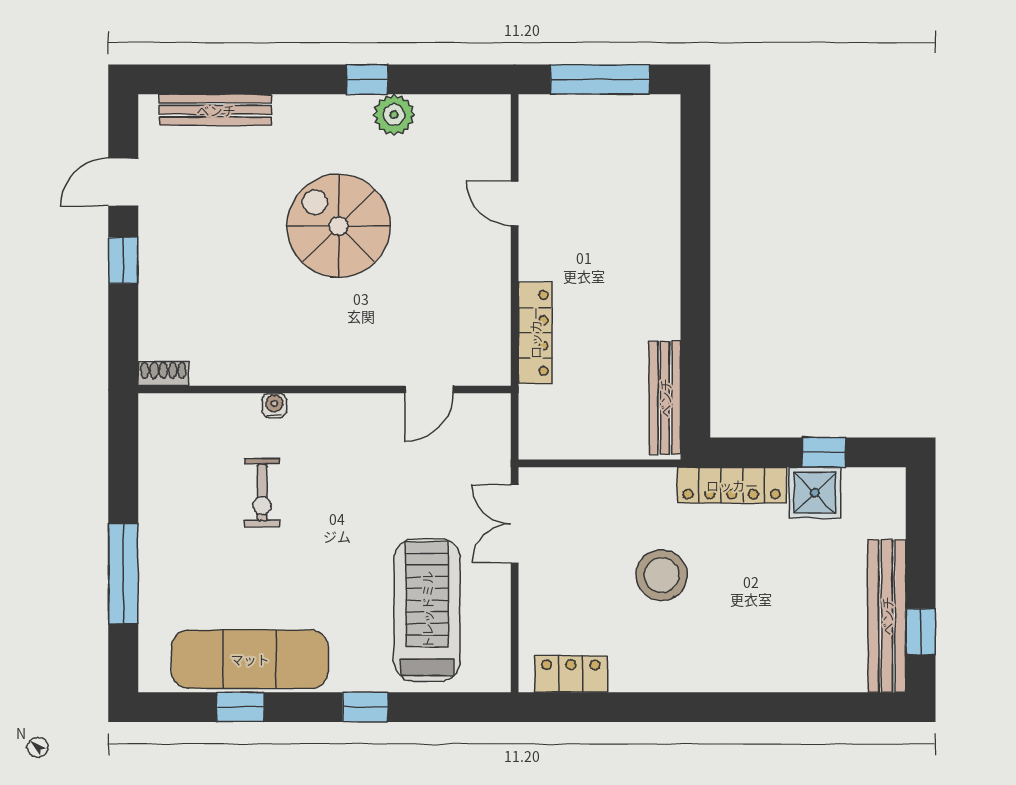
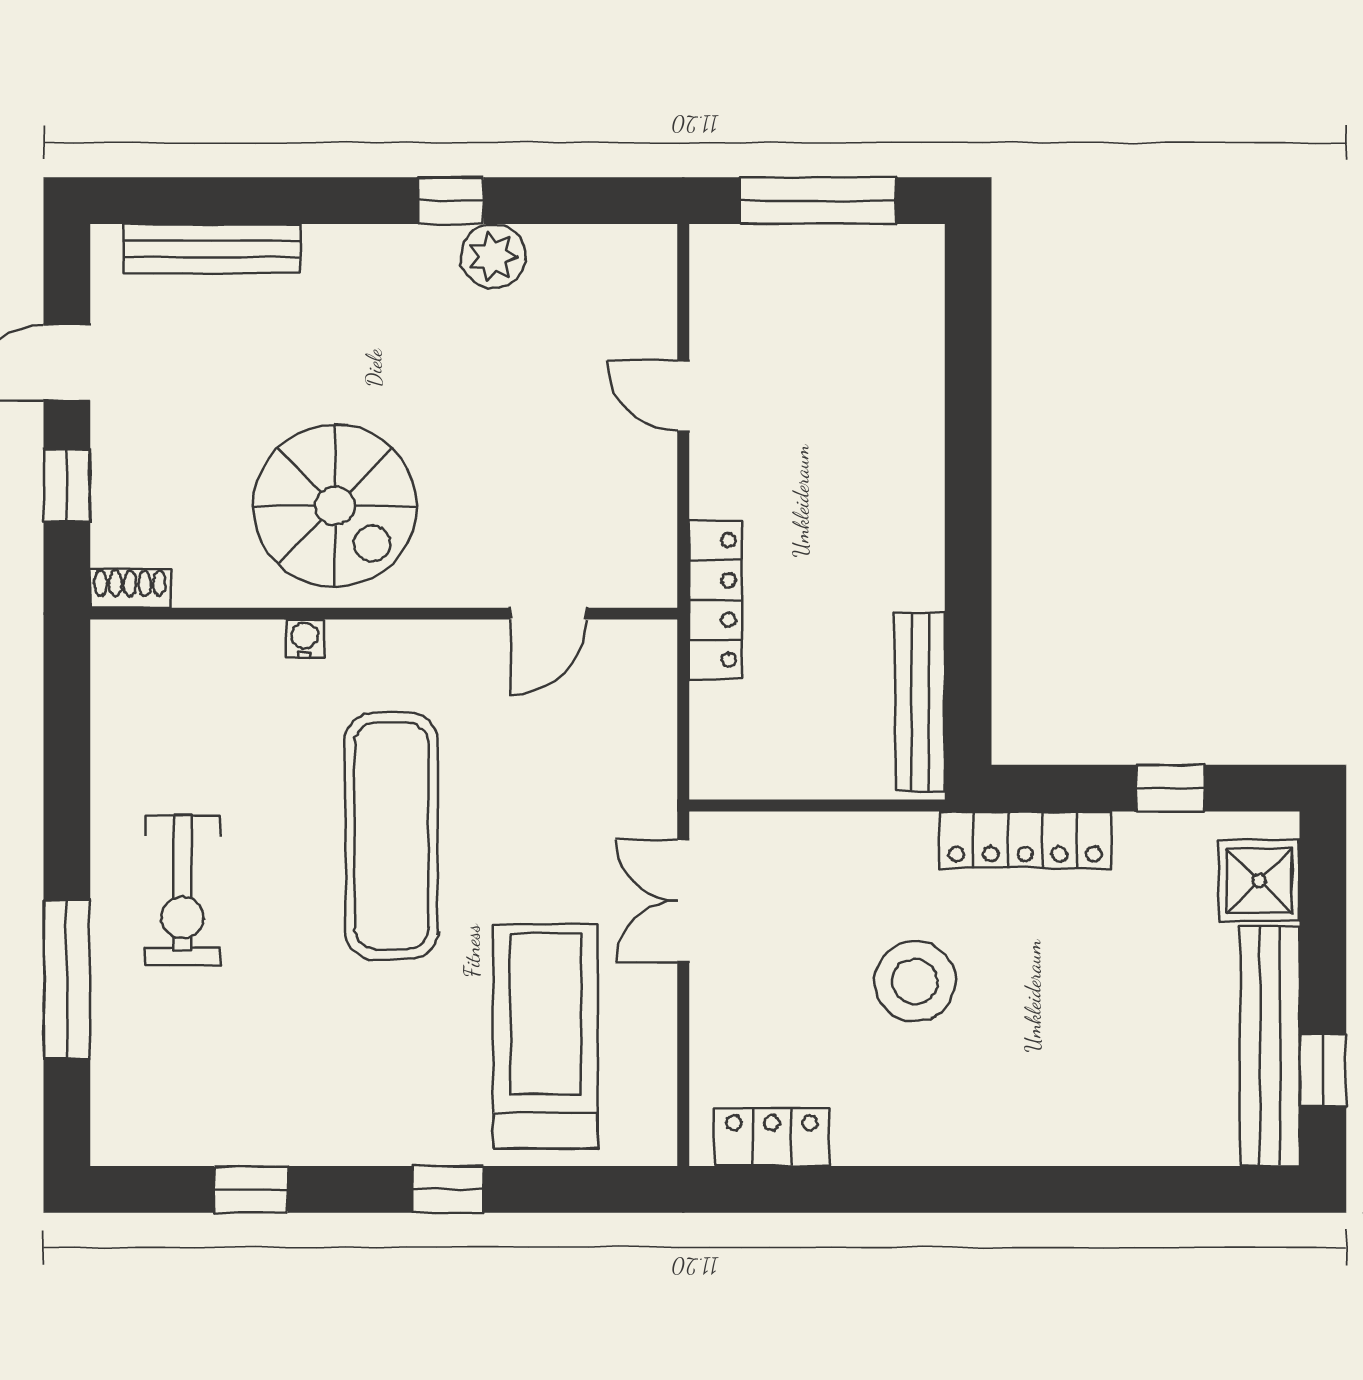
spiral stairs: (339, 226) -> (335, 506), moved, turned 180
shoe rack: (163, 374) -> (130, 588), moved
wall: (324, 390) -> (384, 614), moved
door: (429, 390) -> (548, 614), moved
water cooler: (274, 405) -> (305, 639), moved
exercise bike: (262, 493) -> (182, 890), moved, width x1.38, depth x1.39
shower: (815, 493) -> (1259, 881), moved
exercise mat: (250, 659) -> (391, 836), moved, turned 90

